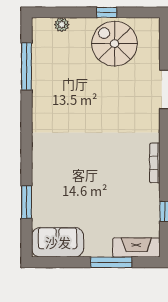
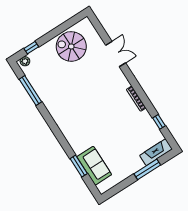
window: (107, 12) -> (31, 48), moved
plant: (62, 25) -> (25, 61), moved
sofa: (58, 242) -> (94, 166), moved, turned 90

